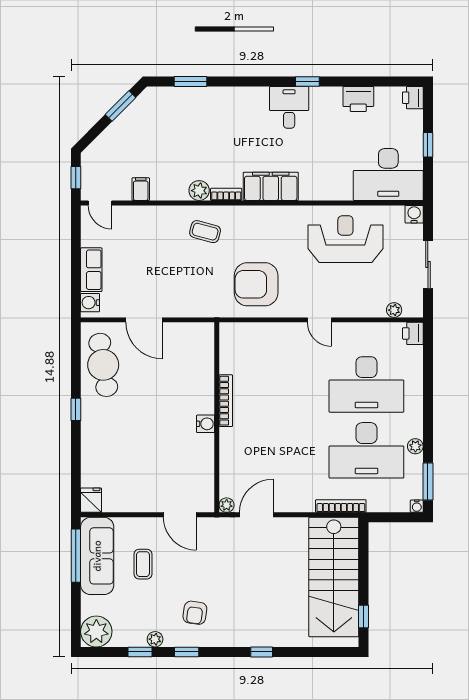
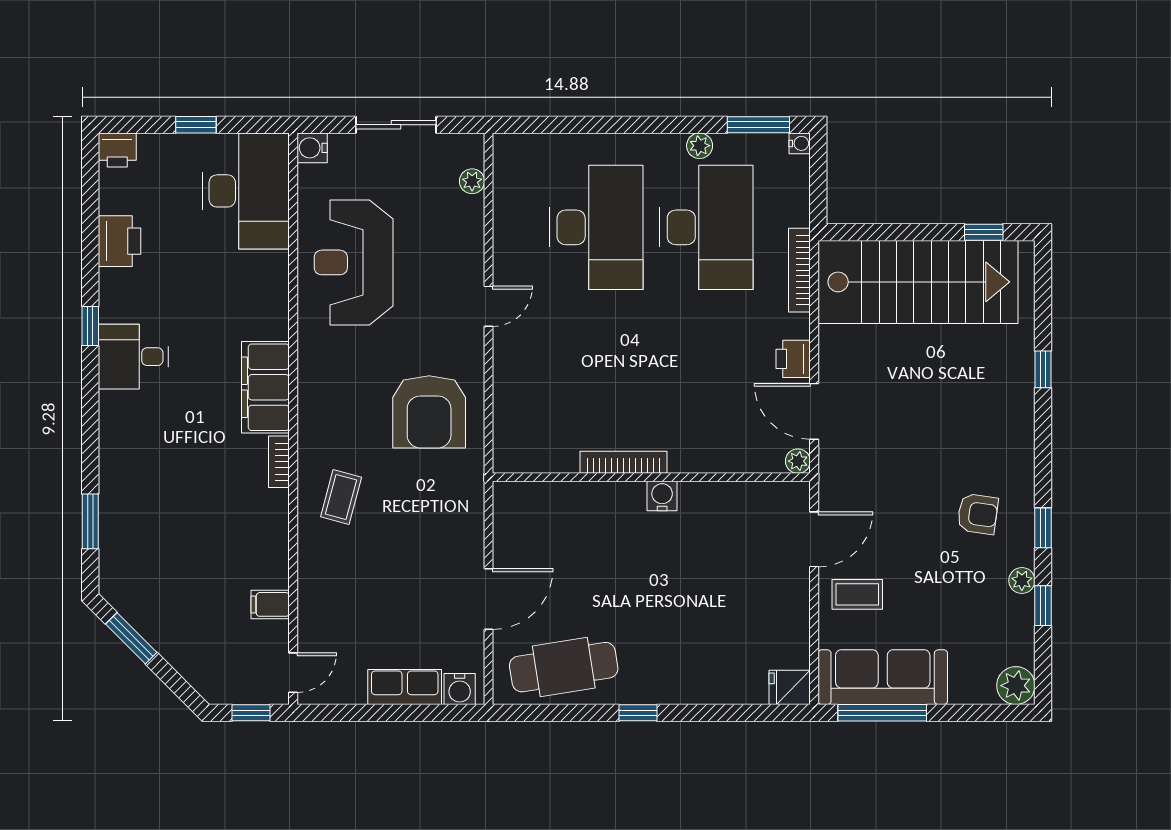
plant: (199, 191) -> (272, 507), removed
printer: (413, 333) -> (793, 359), moved, turned 90
coffee table: (143, 564) -> (857, 594), moved
plant: (96, 631) -> (1016, 686), width x0.73, depth x0.73
window: (262, 652) -> (1043, 369), moved

